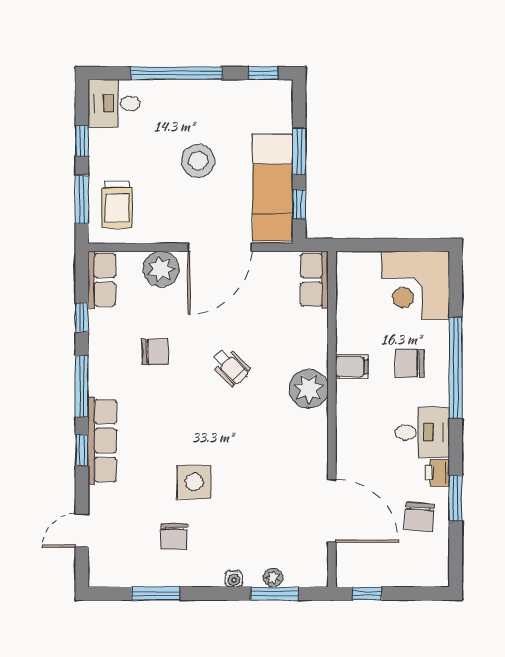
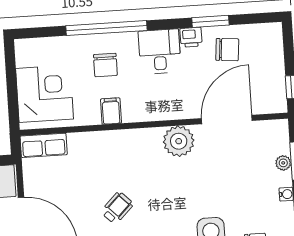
corner desk: (415, 285) -> (45, 94), moved, turned -90
plant: (309, 389) -> (179, 141), moved

